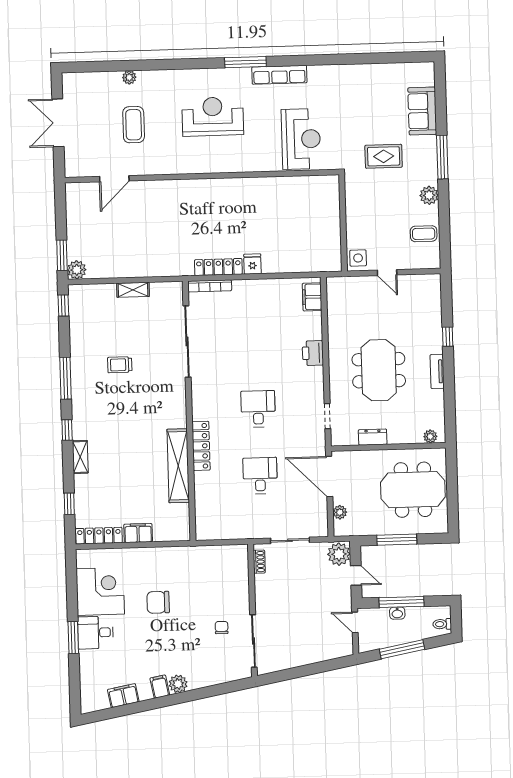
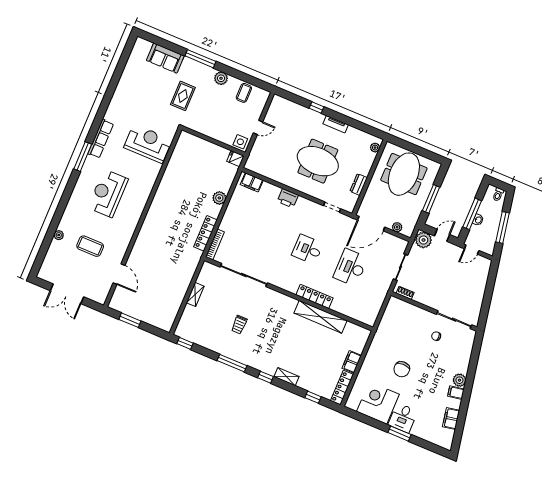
window: (62, 255) -> (130, 320), moved
fridge: (252, 264) -> (235, 159), moved
plant: (77, 270) -> (219, 198), moved
desk: (260, 476) -> (351, 267), width x1.37

